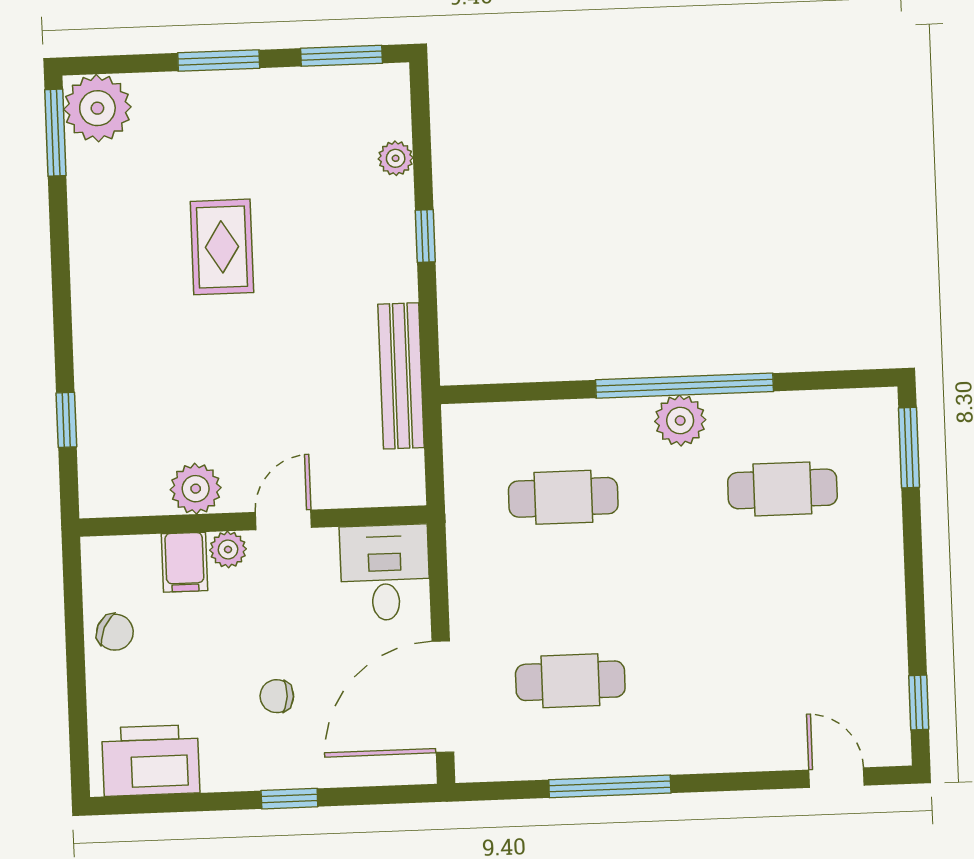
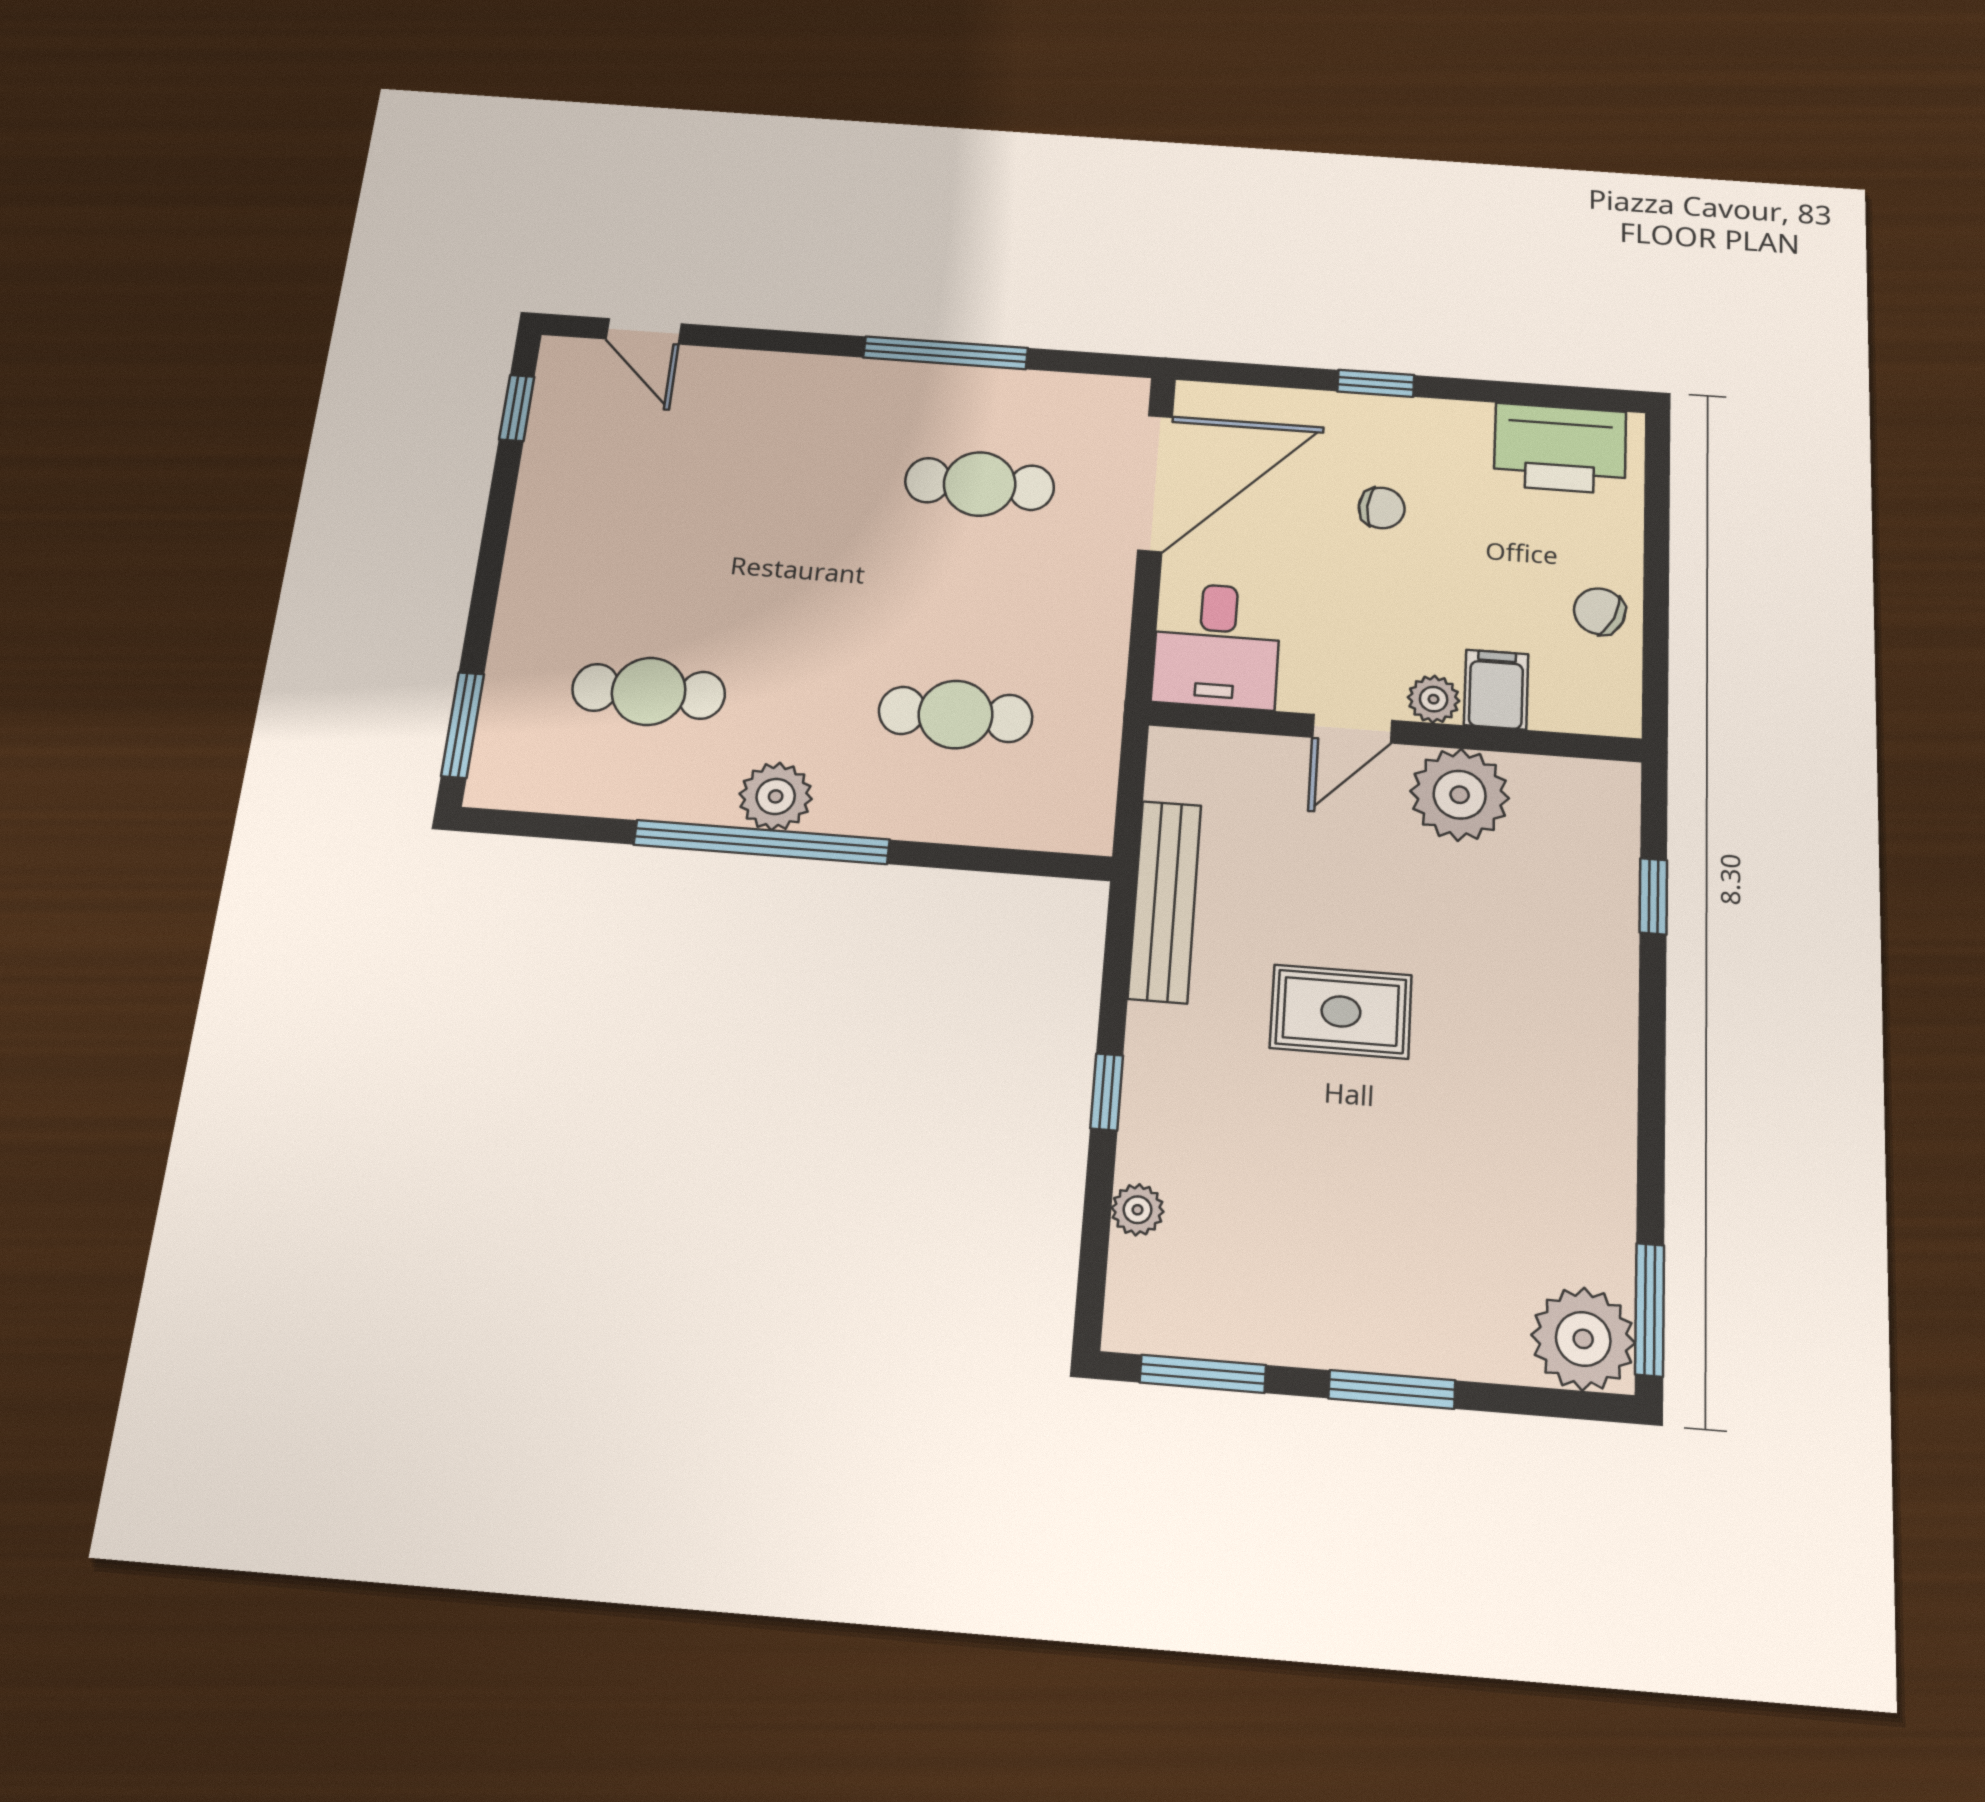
rug: (222, 247) -> (1341, 1012), moved, turned 90
plant: (196, 489) -> (1460, 795), width x1.36, depth x1.36

